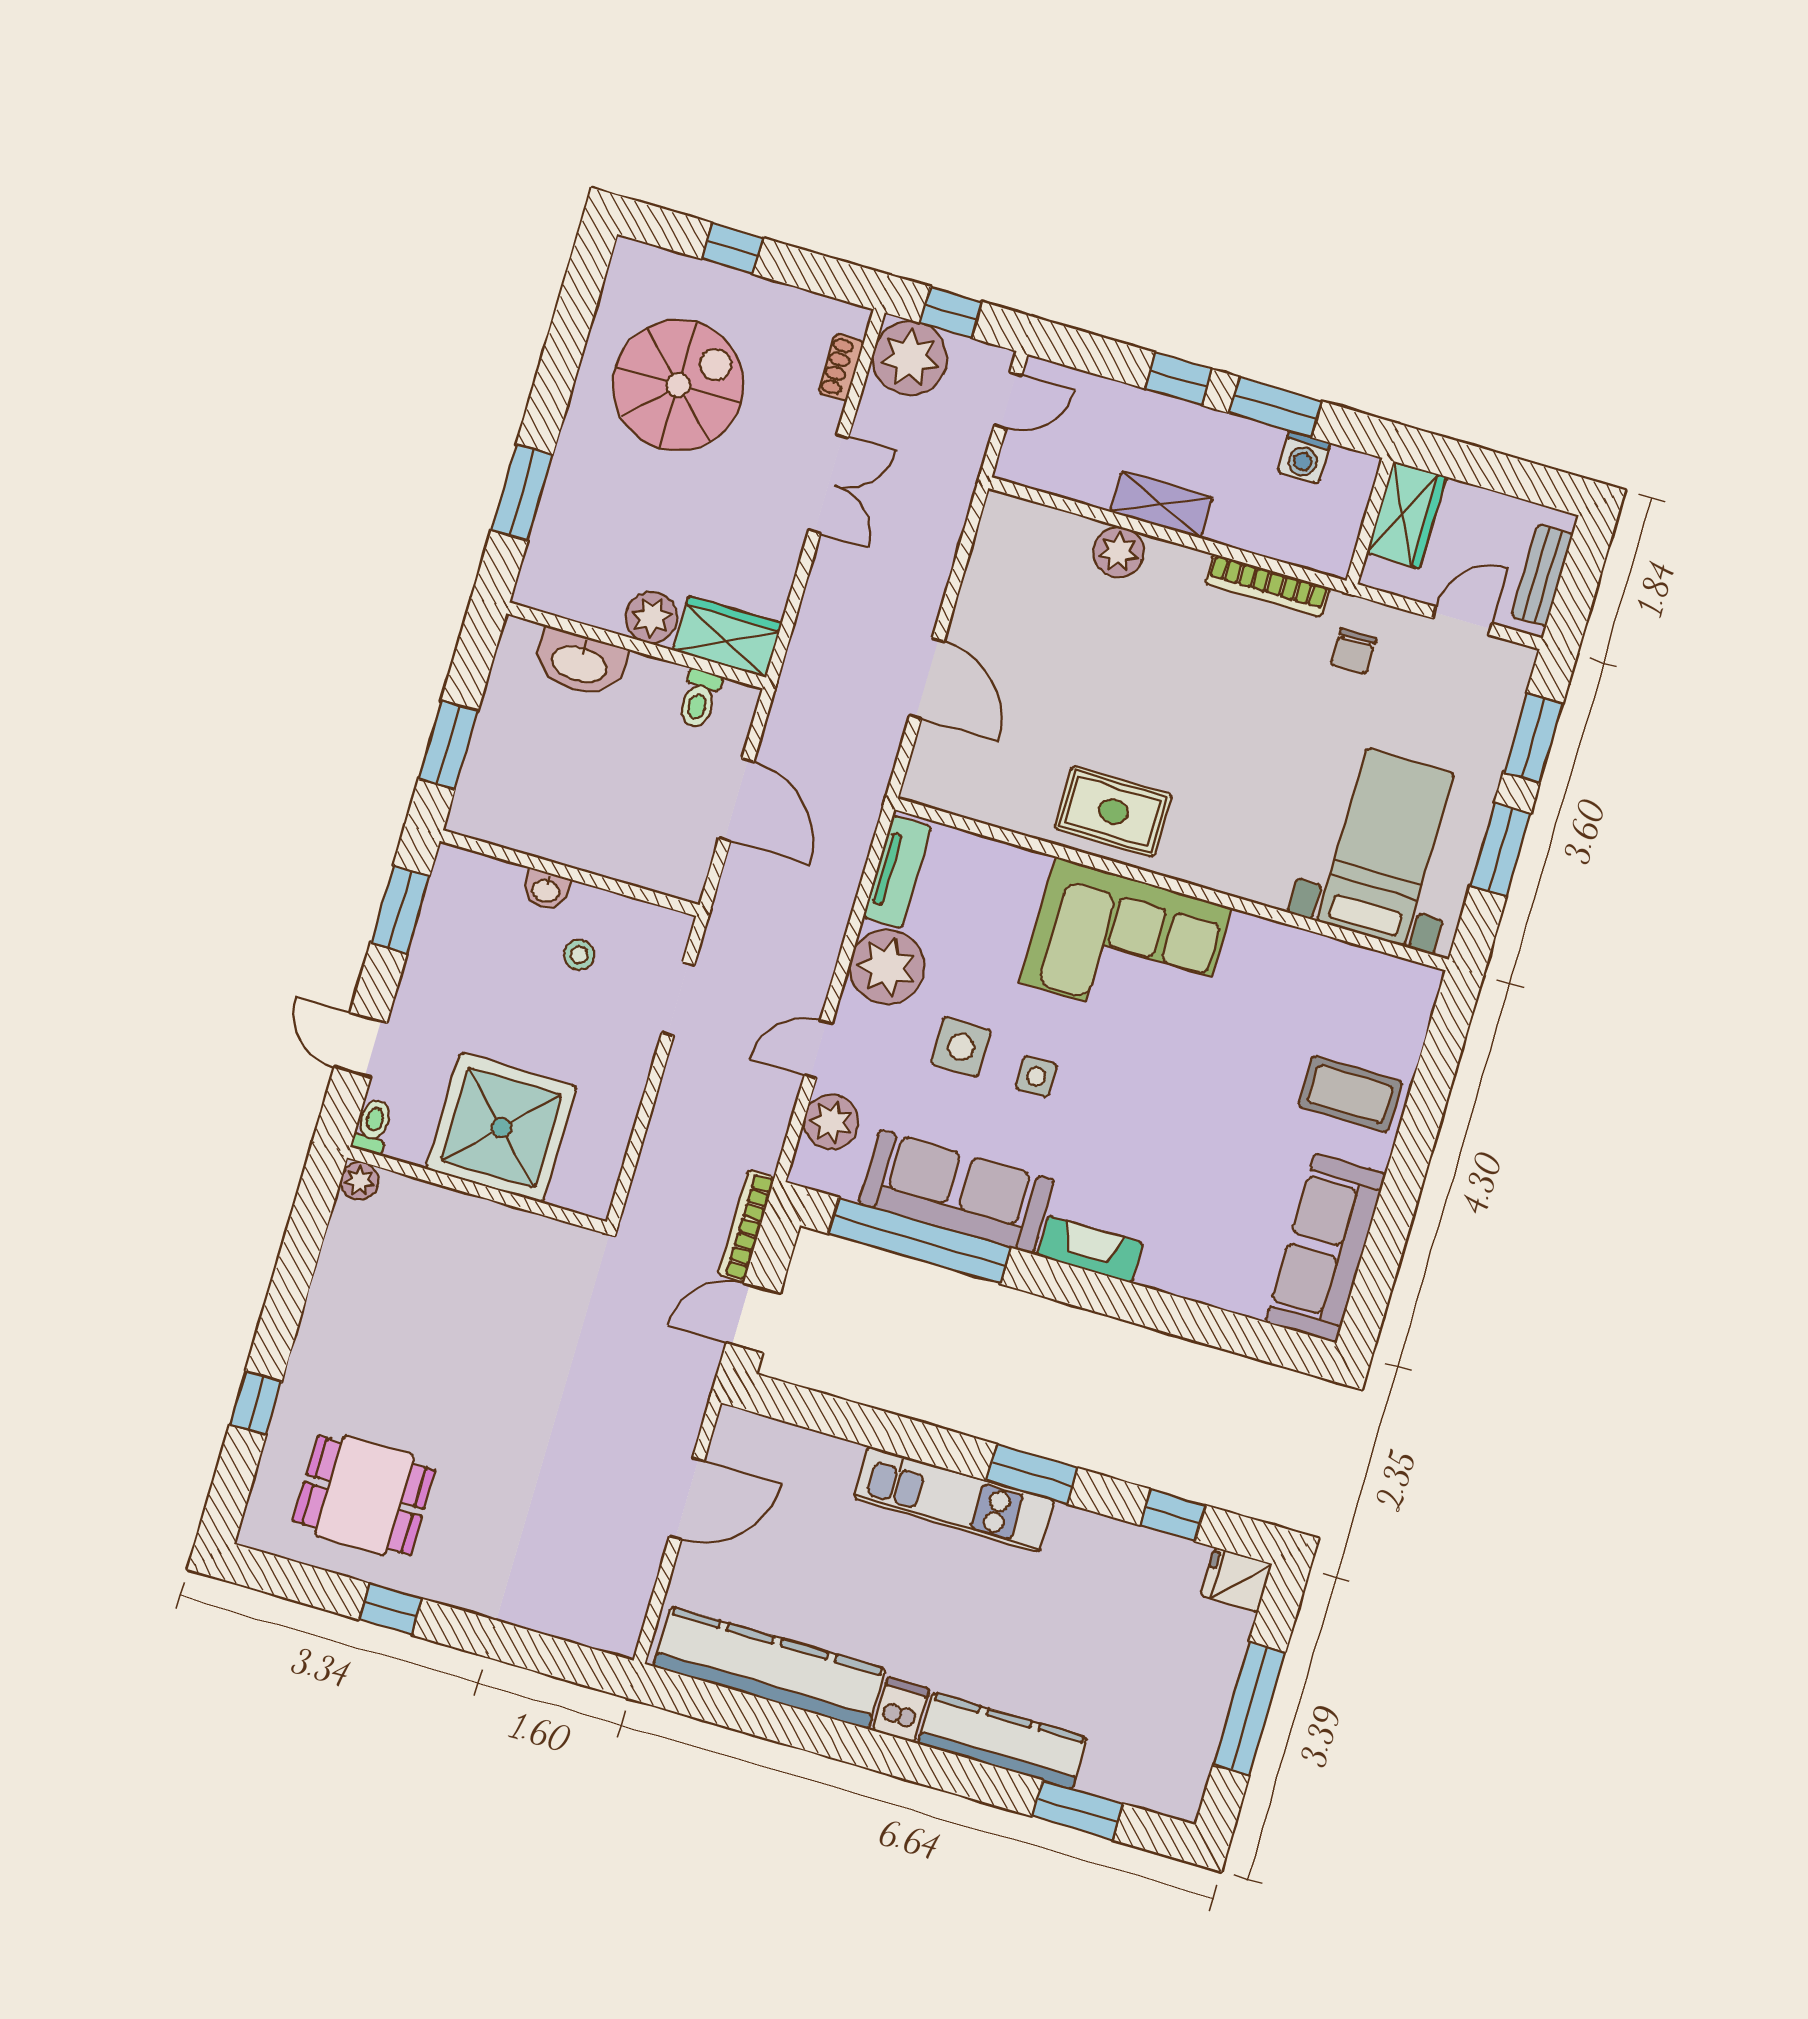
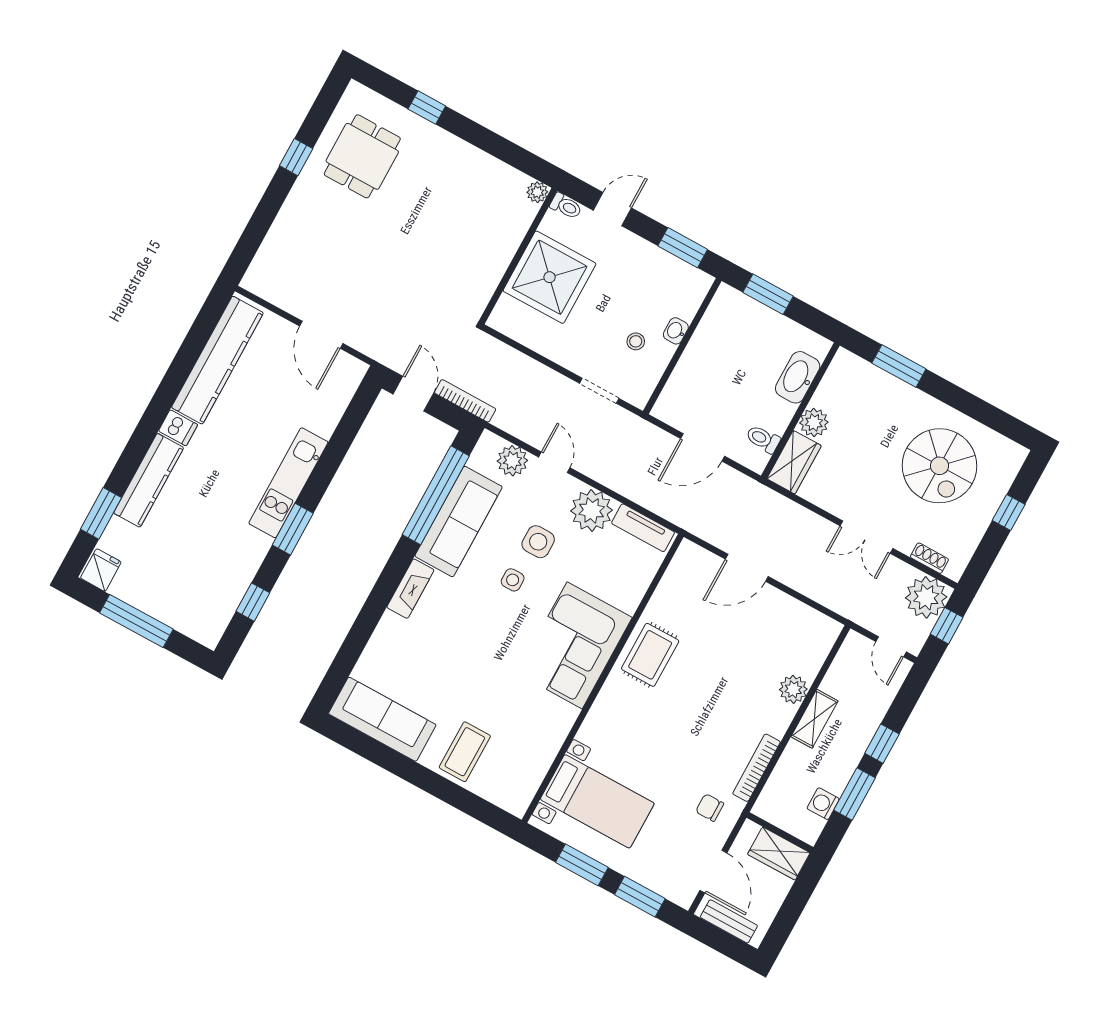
door: (1462, 621) -> (713, 872), width x1.38
fridge: (1236, 1580) -> (101, 570), moved

